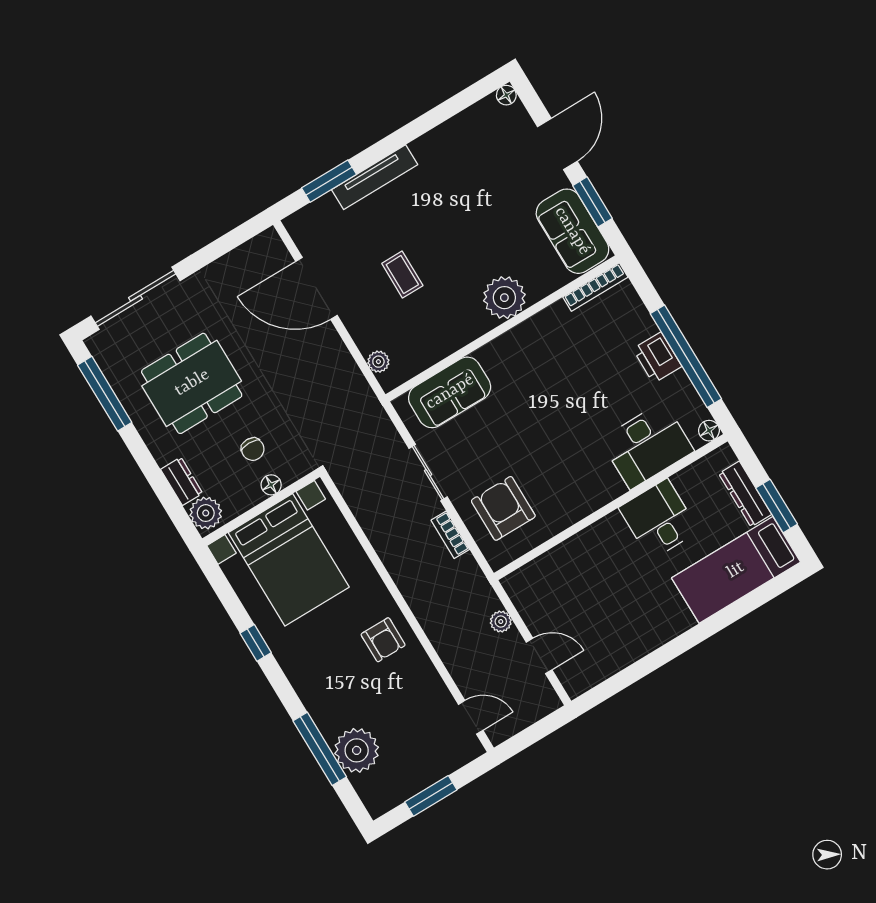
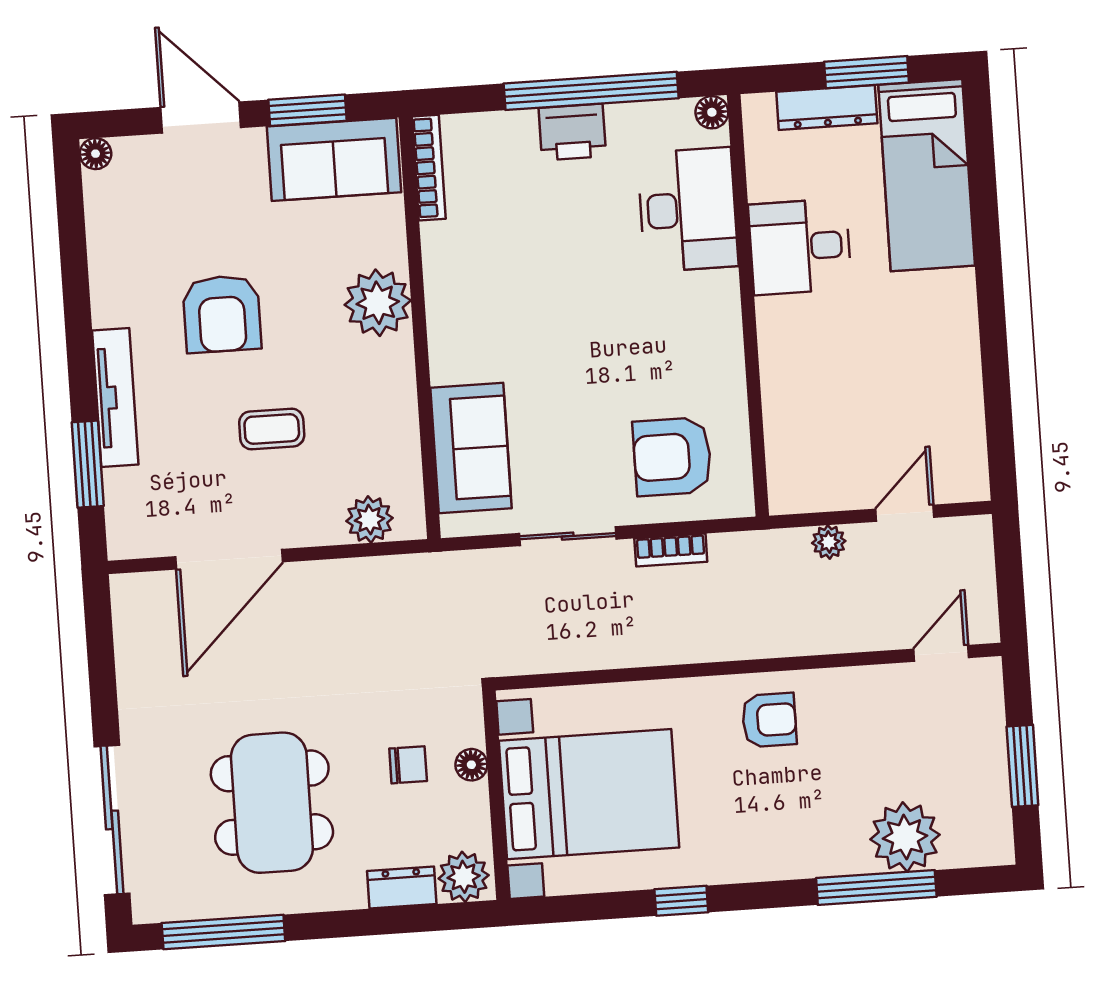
armchair: (453, 213) -> (222, 314), added
plant: (378, 362) -> (370, 519), width x1.38, depth x1.38

